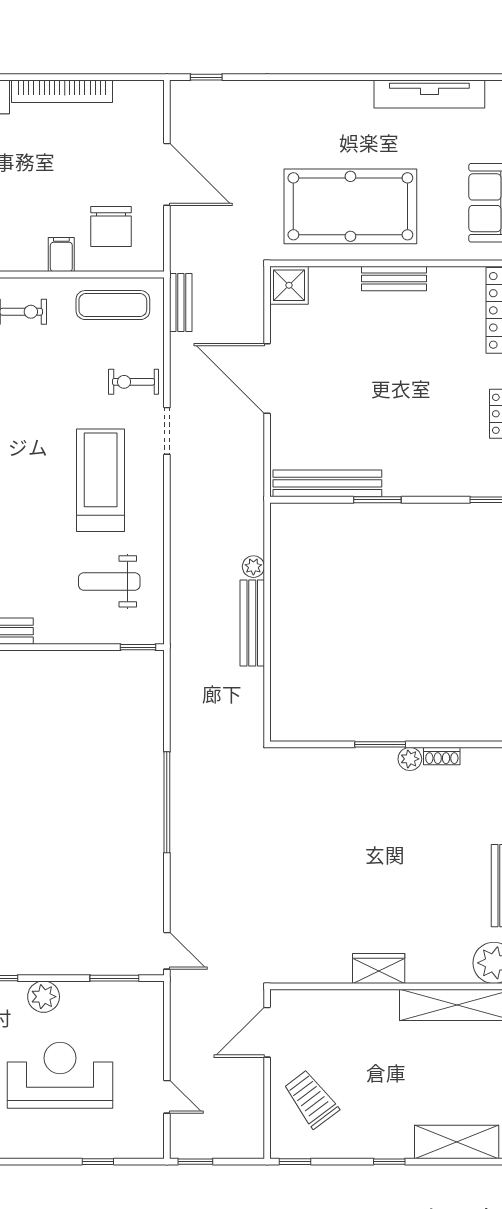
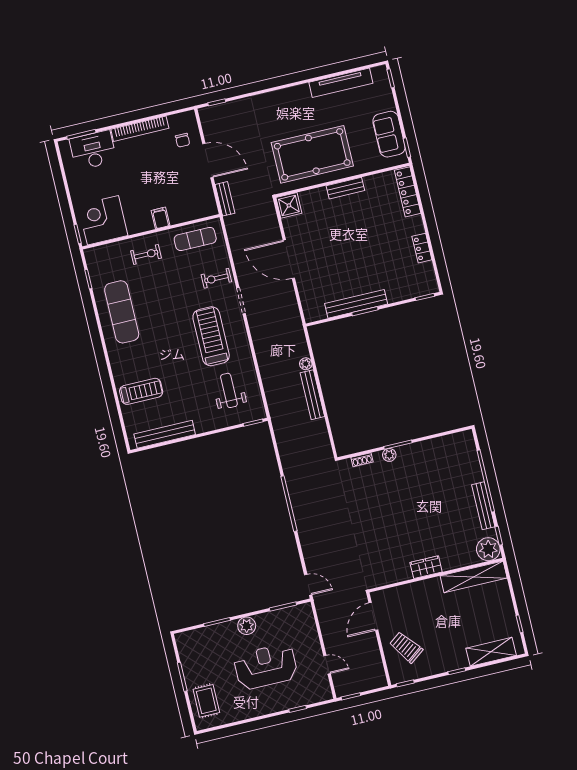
chair: (111, 226) -> (183, 140), moved, width x0.54, depth x0.54
bench: (181, 303) -> (225, 199), moved
bench: (327, 483) -> (356, 304), moved
weight bench: (109, 581) -> (229, 390), turned 90
shoe rack: (442, 756) -> (362, 460), moved
plant: (410, 759) -> (389, 455), moved

